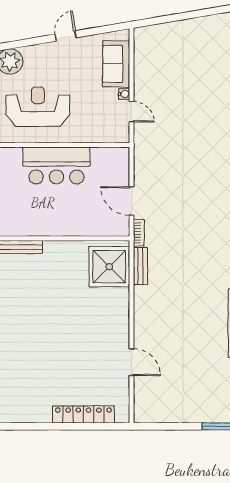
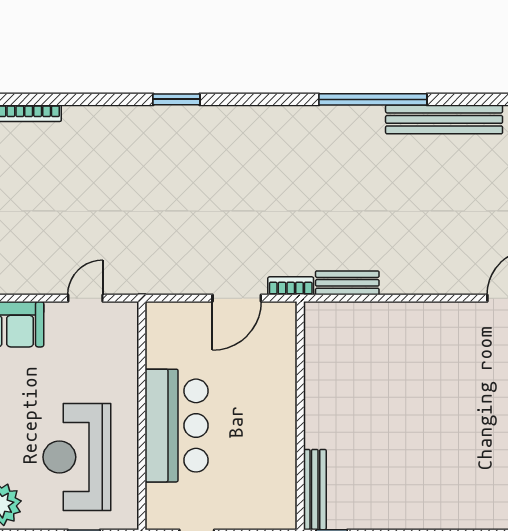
water cooler: (124, 94) -> (55, 311), removed
shower: (109, 267) -> (348, 336), removed

